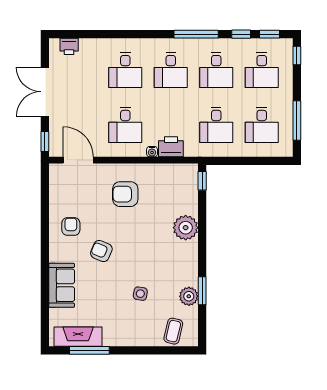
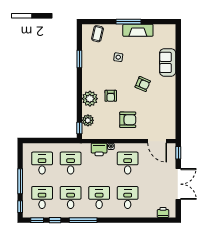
window: (297, 121) -> (20, 181), moved
armchair: (71, 227) -> (111, 96), moved
plant: (189, 296) -> (88, 120), moved
fireplace: (78, 337) -> (138, 30), moved
window: (89, 350) -> (129, 22), moved

